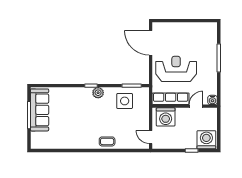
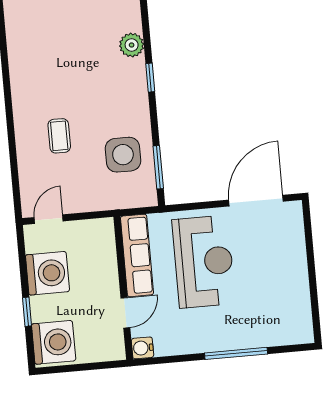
plant: (98, 93) -> (132, 45), moved
door: (196, 106) -> (125, 313), hinge flipped
washing machine: (166, 117) -> (47, 273), moved, turned 180
coffee table: (107, 141) -> (59, 136), moved

